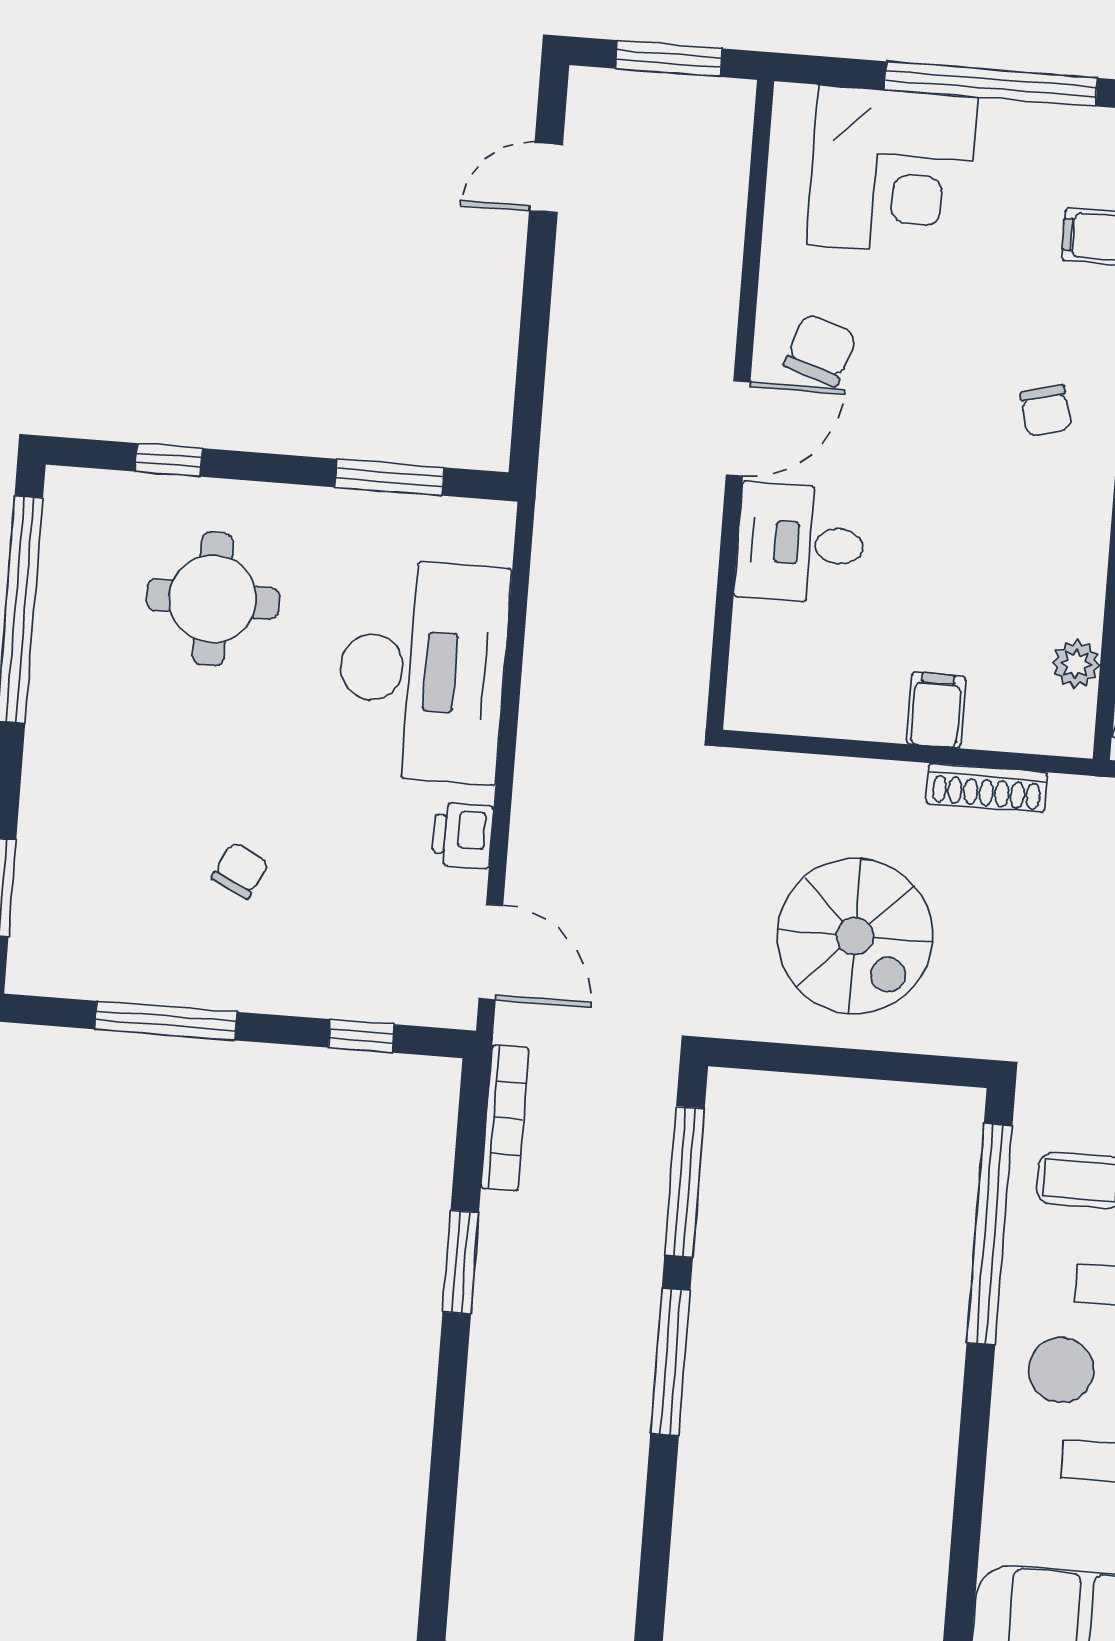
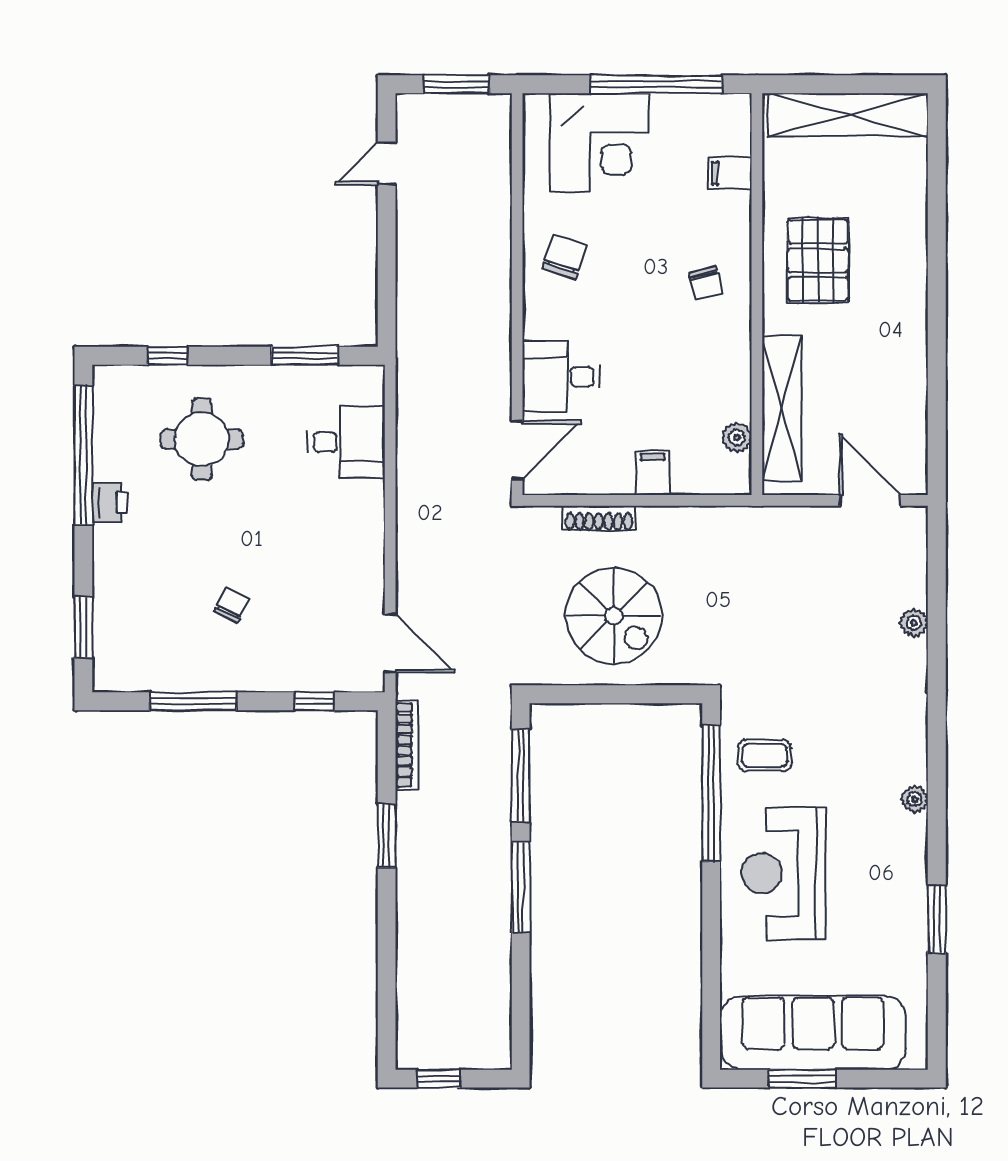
door: (738, 428) -> (517, 450), moved
desk: (422, 671) -> (346, 442), width x0.53, depth x0.77
shoe rack: (987, 788) -> (599, 518), moved
printer: (463, 835) -> (110, 503), moved, turned 180

